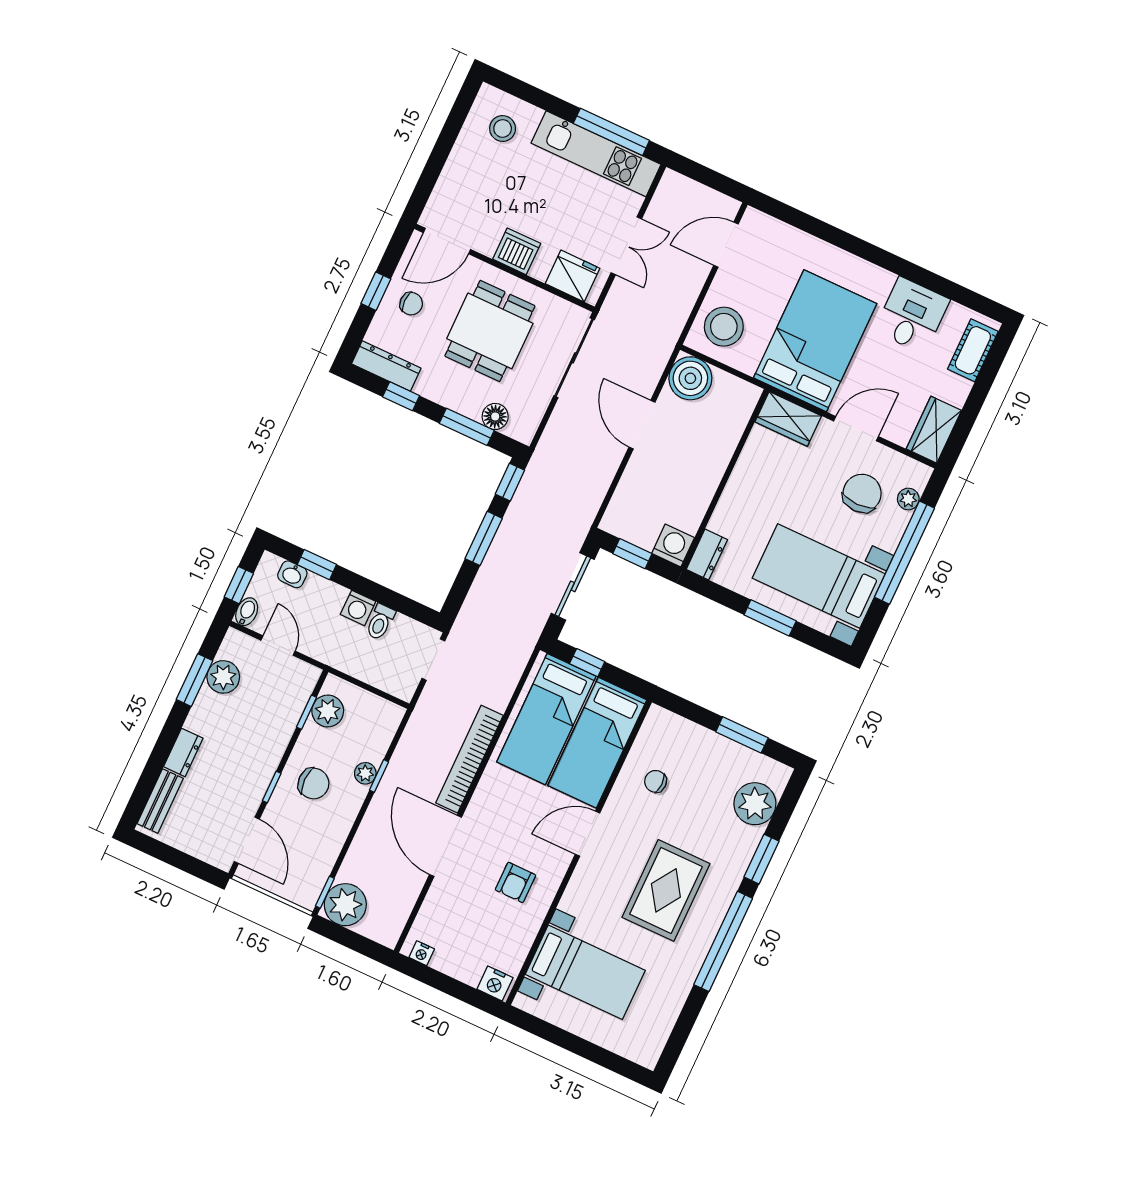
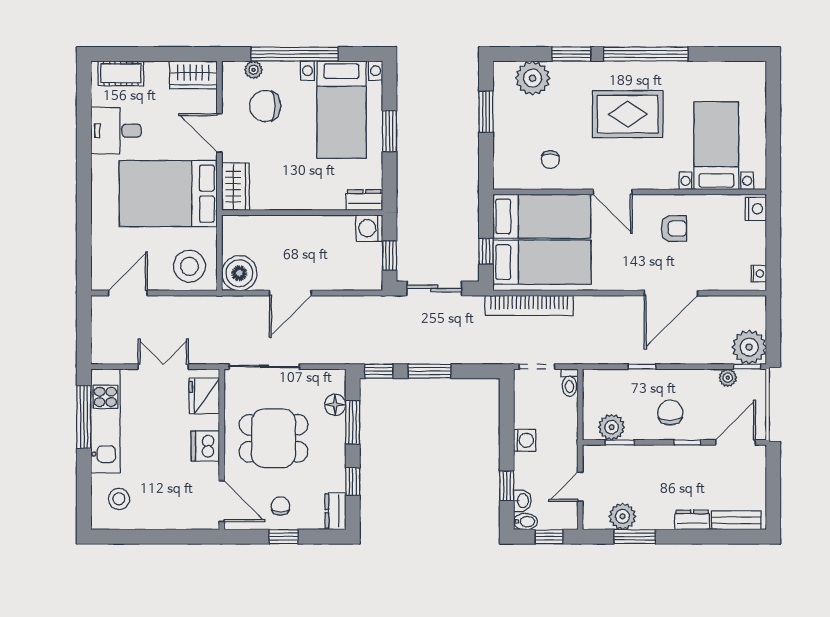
door: (726, 245) -> (128, 293), swing flipped
dresser: (386, 366) -> (335, 511), width x0.70
bidet: (247, 612) -> (526, 522), moved, turned 180
toilet: (380, 622) -> (569, 383), moved, turned 90
bookcase: (469, 759) -> (529, 305), moved
plant: (365, 773) -> (728, 378), moved

